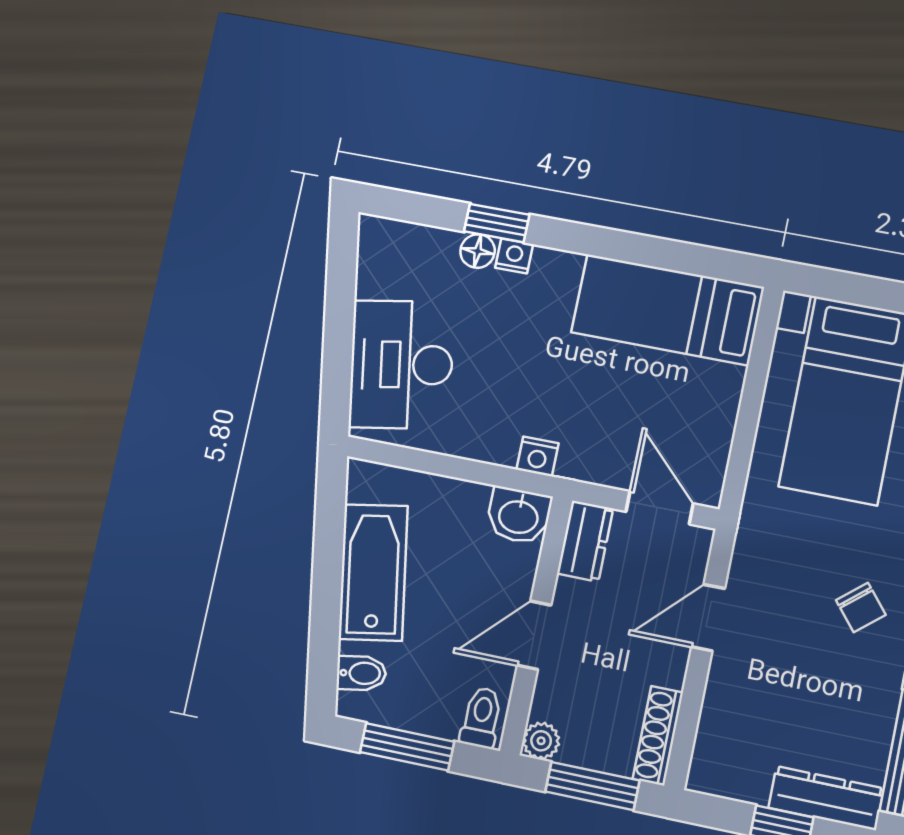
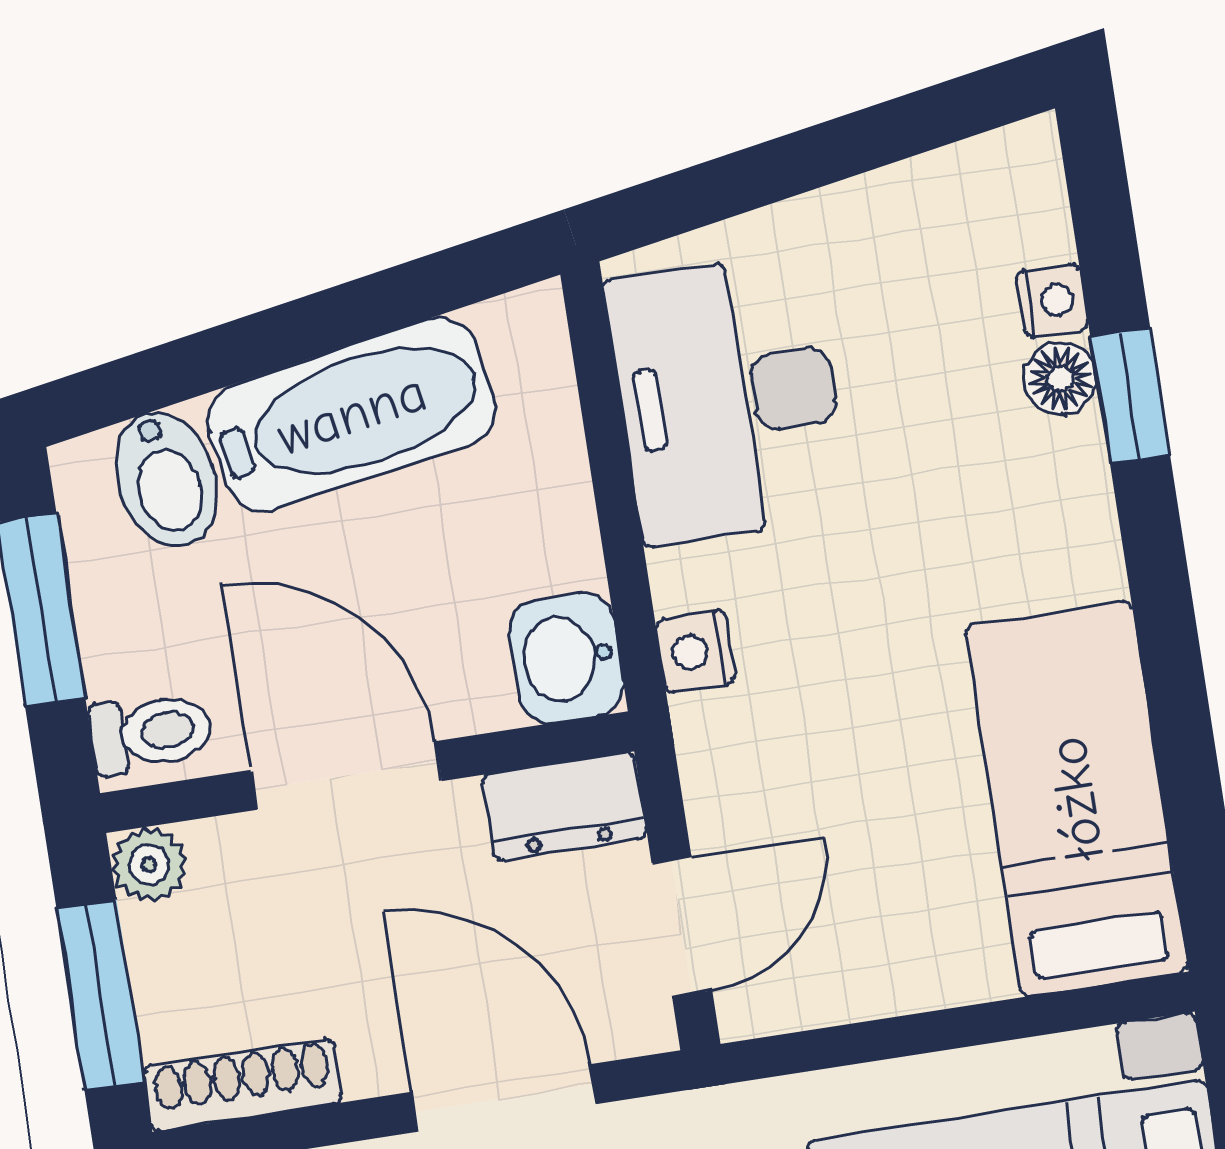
nightstand: (514, 256) -> (1052, 301), moved
desk: (401, 365) -> (728, 399), moved, turned -80
door: (708, 618) -> (504, 1098), width x1.38
door: (534, 635) -> (346, 775), width x1.38
bidet: (361, 673) -> (167, 479), width x1.38, depth x1.36

